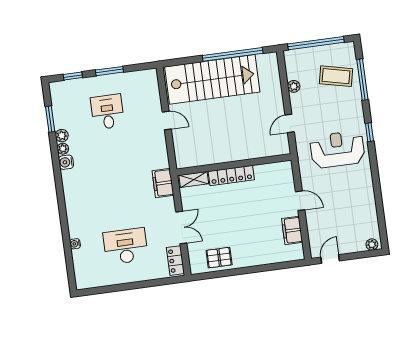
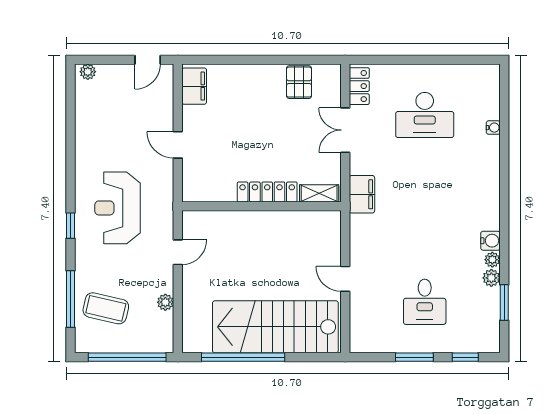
reception desk: (337, 149) -> (117, 208), turned 90
filing cabinet: (292, 230) -> (194, 86), moved
pallet: (219, 258) -> (299, 82), turned 90

